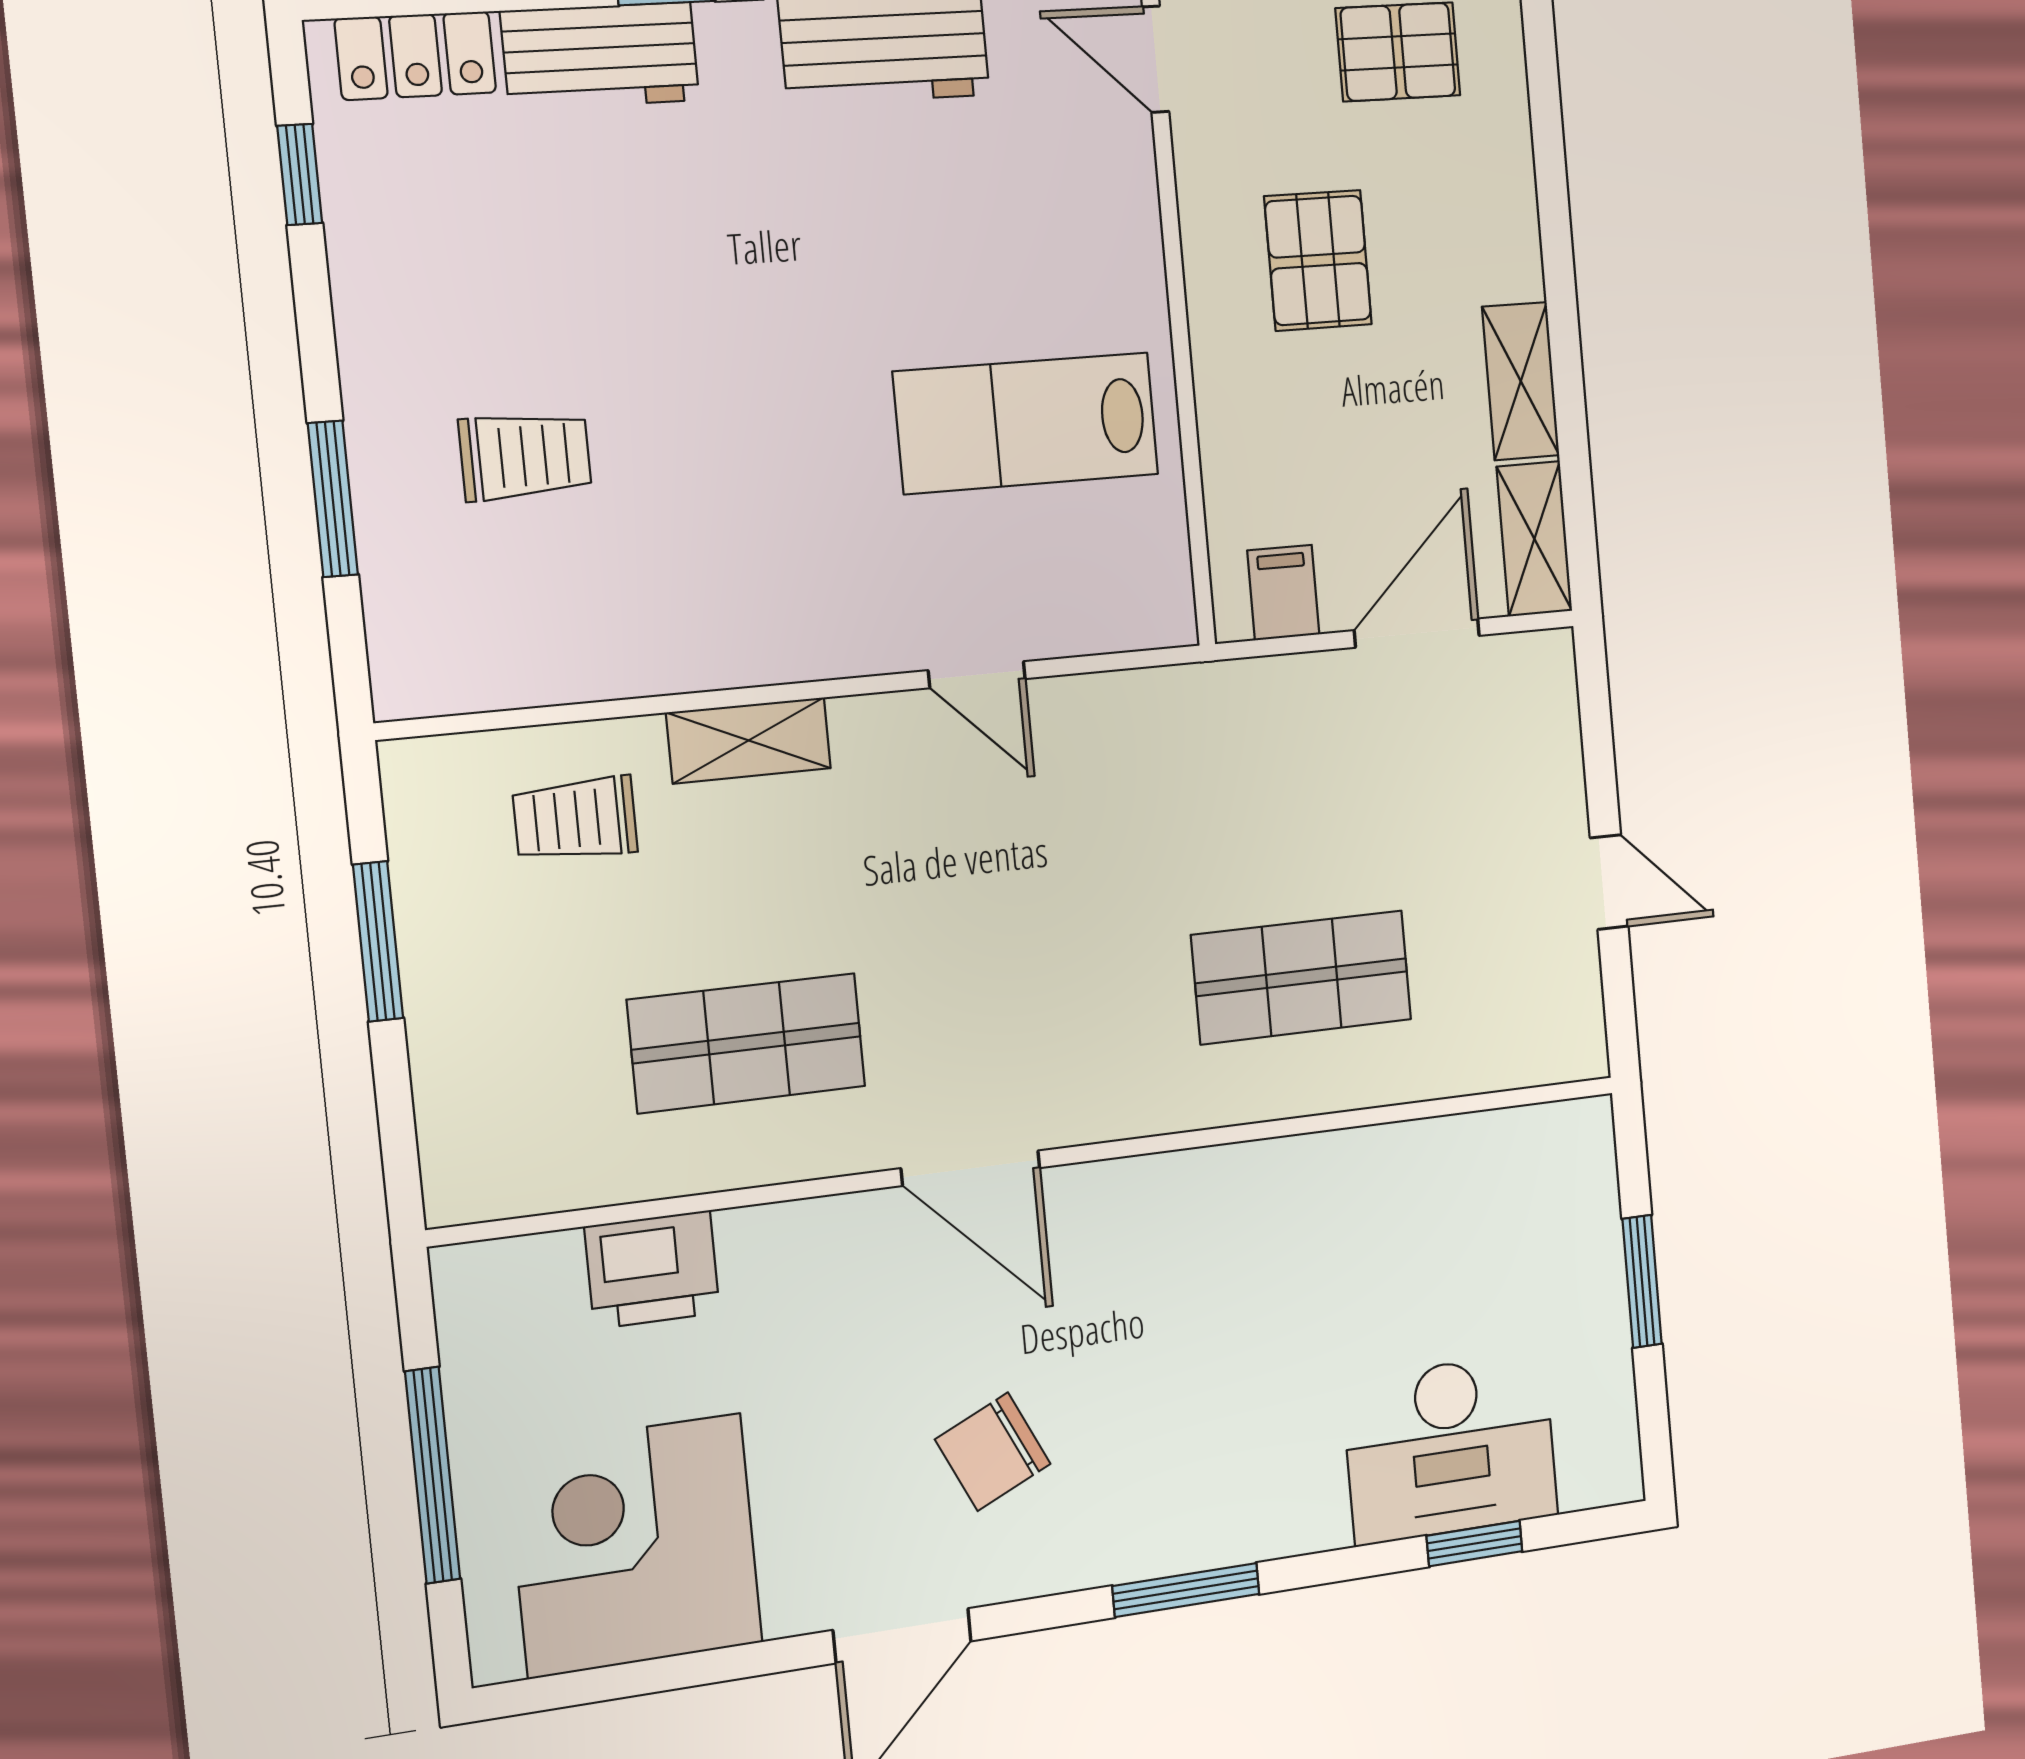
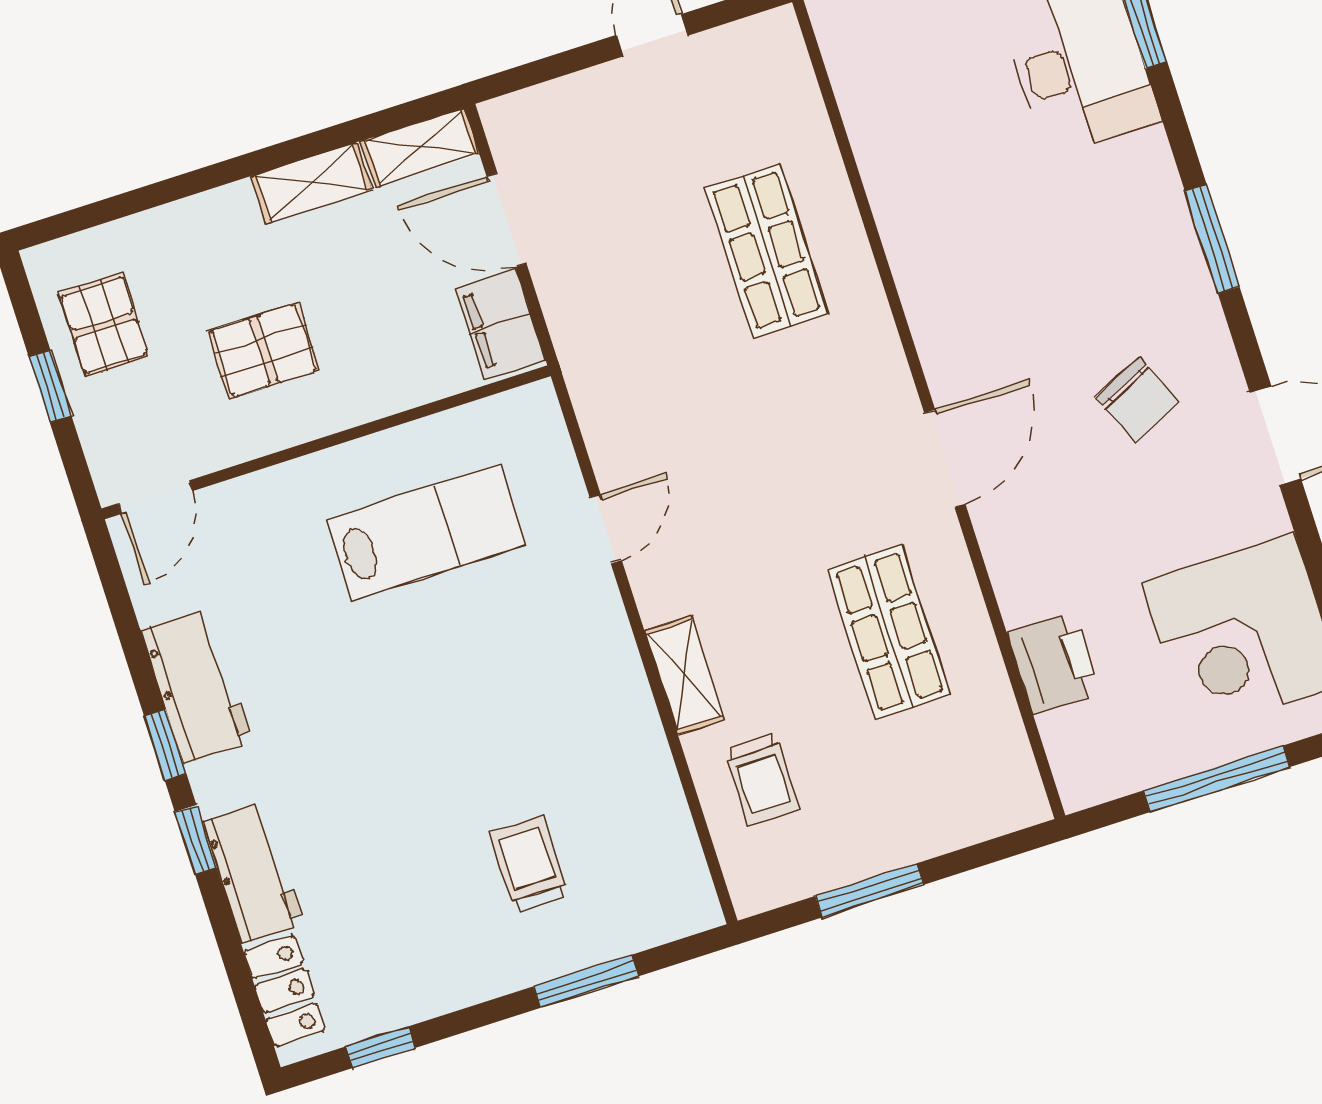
lab bench: (1026, 423) -> (426, 532), turned -90
filing cabinet: (1283, 593) -> (500, 324), width x2.00

